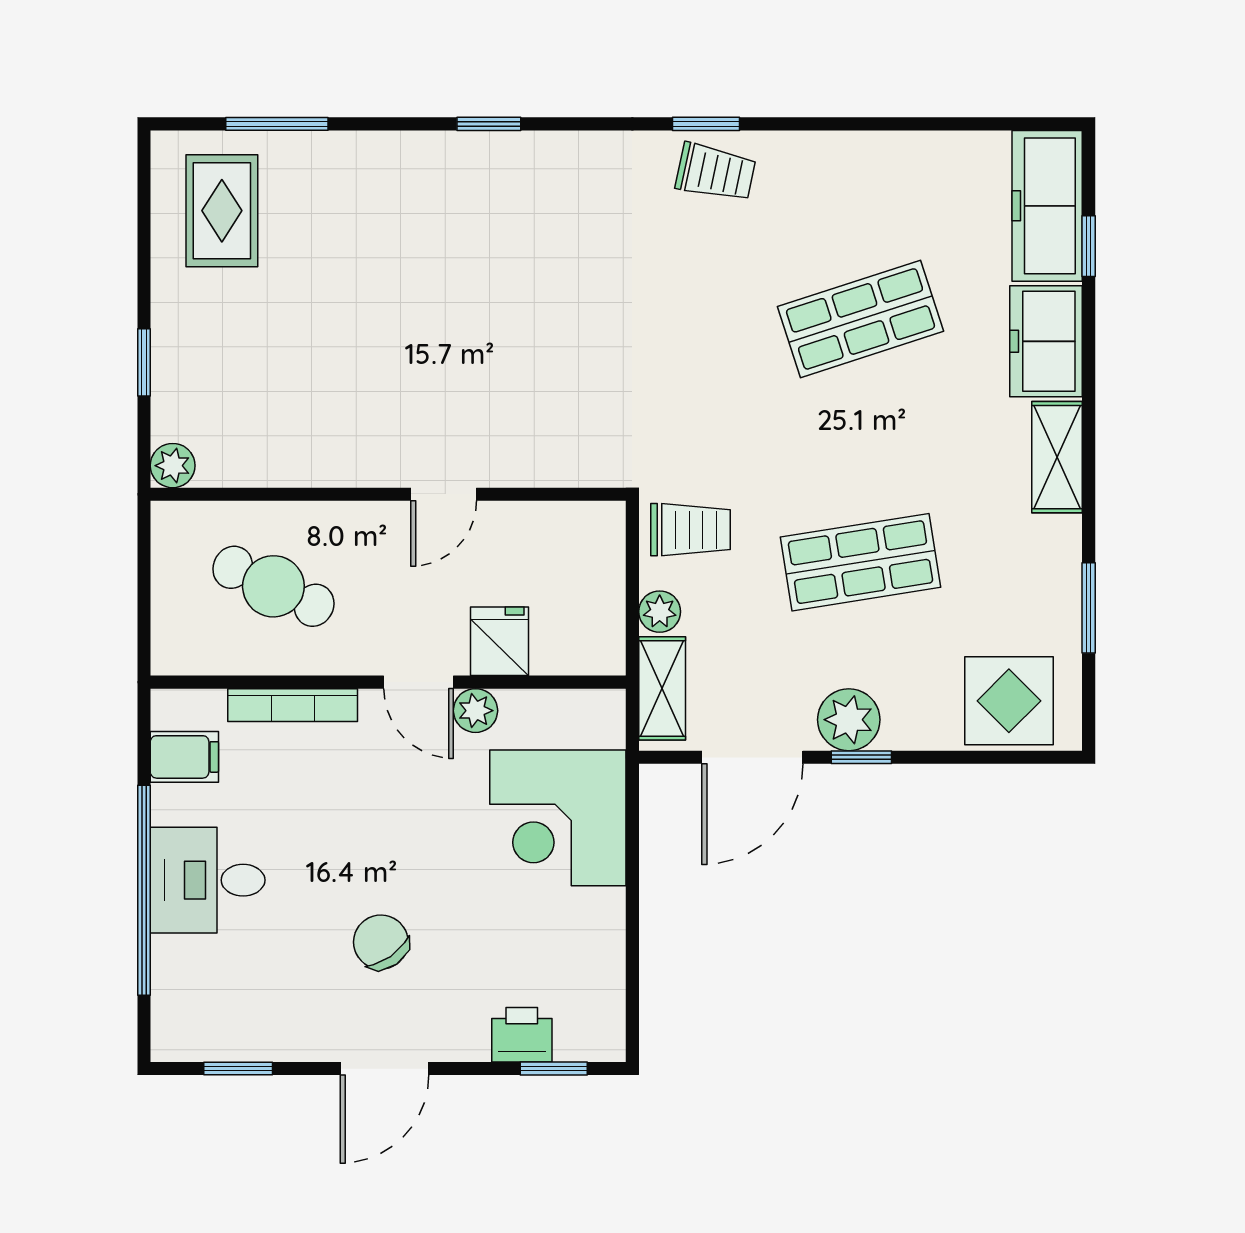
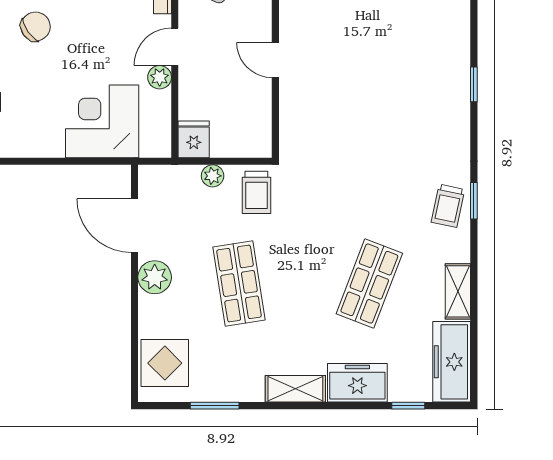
freezer: (1047, 206) -> (452, 362), moved, turned -90
shop shelf: (861, 319) -> (369, 283), turned 39
fridge: (500, 641) -> (194, 139), moved, turned -90
shelving: (662, 688) -> (458, 291), moved, turned 90
window: (861, 757) -> (135, 284), removed

